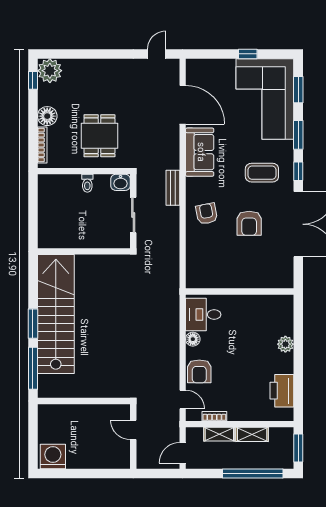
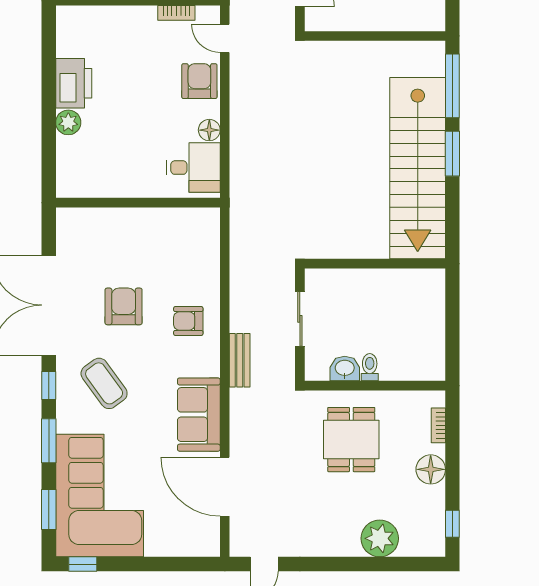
window: (248, 54) -> (83, 564), moved
plant: (50, 71) -> (380, 538), moved
bookcase: (42, 145) -> (438, 425), width x0.64
coffee table: (262, 173) -> (104, 383), turned 54
washbasin: (121, 182) -> (345, 369), moved
armchair: (207, 214) -> (188, 321), turned 101
printer: (282, 391) -> (74, 83), moved

